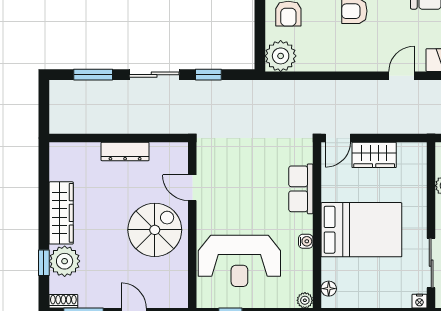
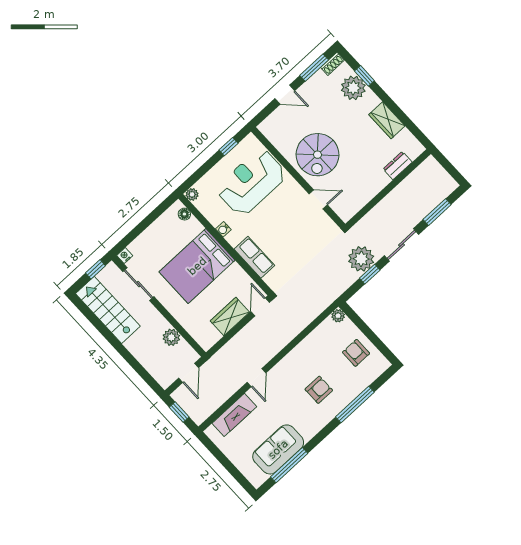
plant: (281, 56) -> (338, 316), width x0.53, depth x0.53
plant: (203, 96) -> (361, 259), added
dresser: (125, 151) -> (398, 166), moved, width x0.70
wardrobe: (61, 213) -> (387, 120), width x0.67

